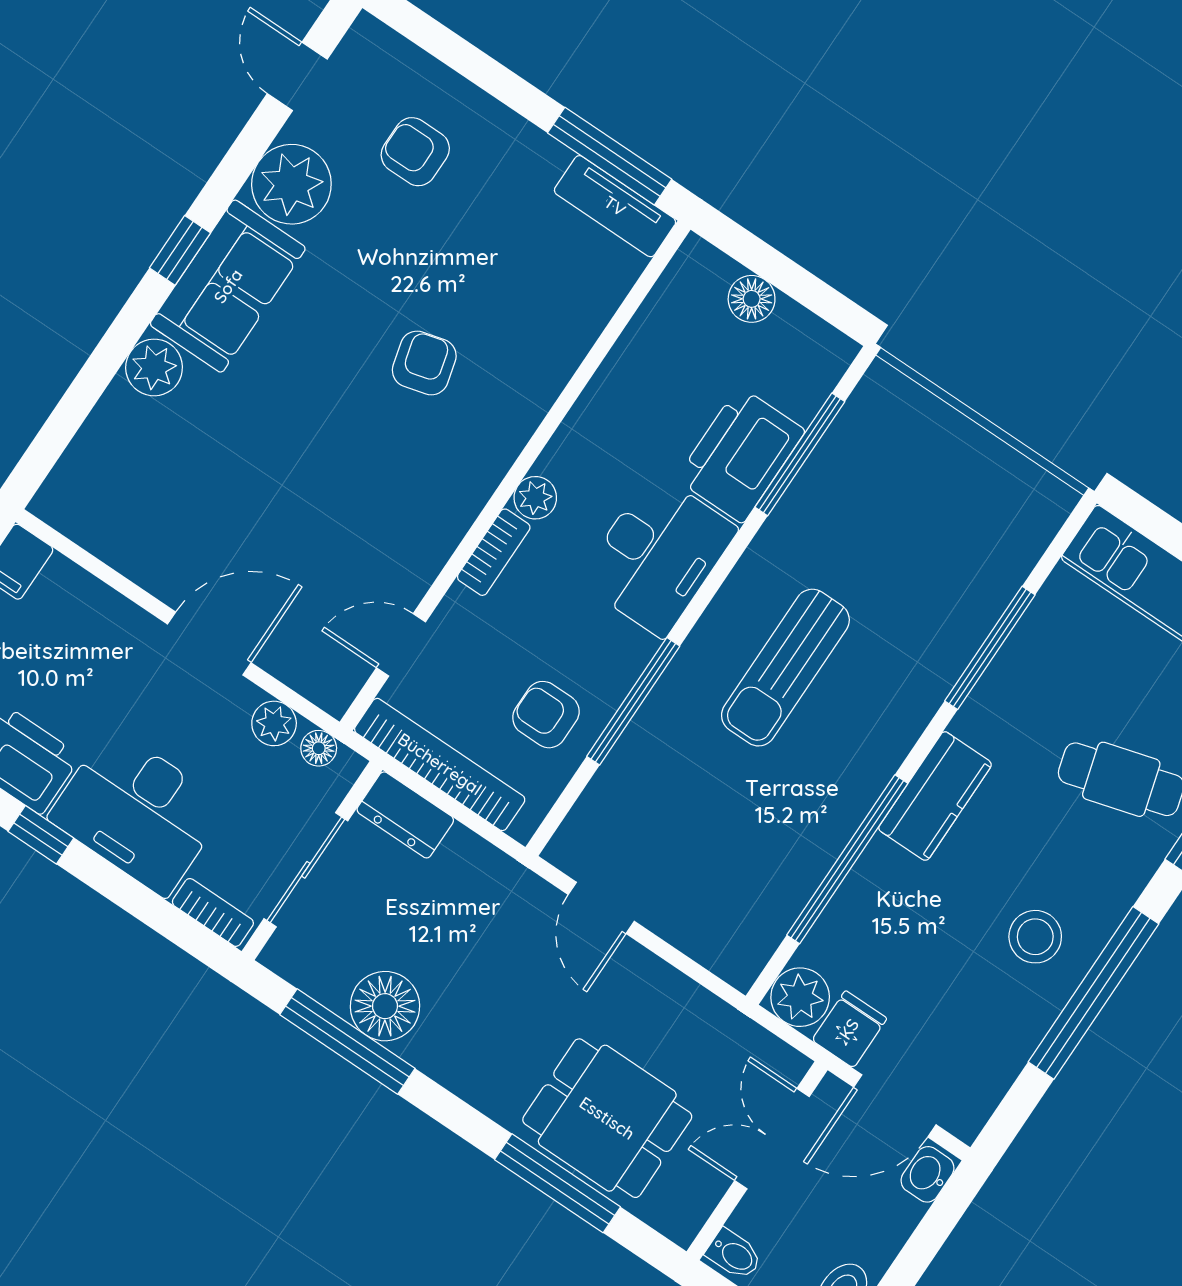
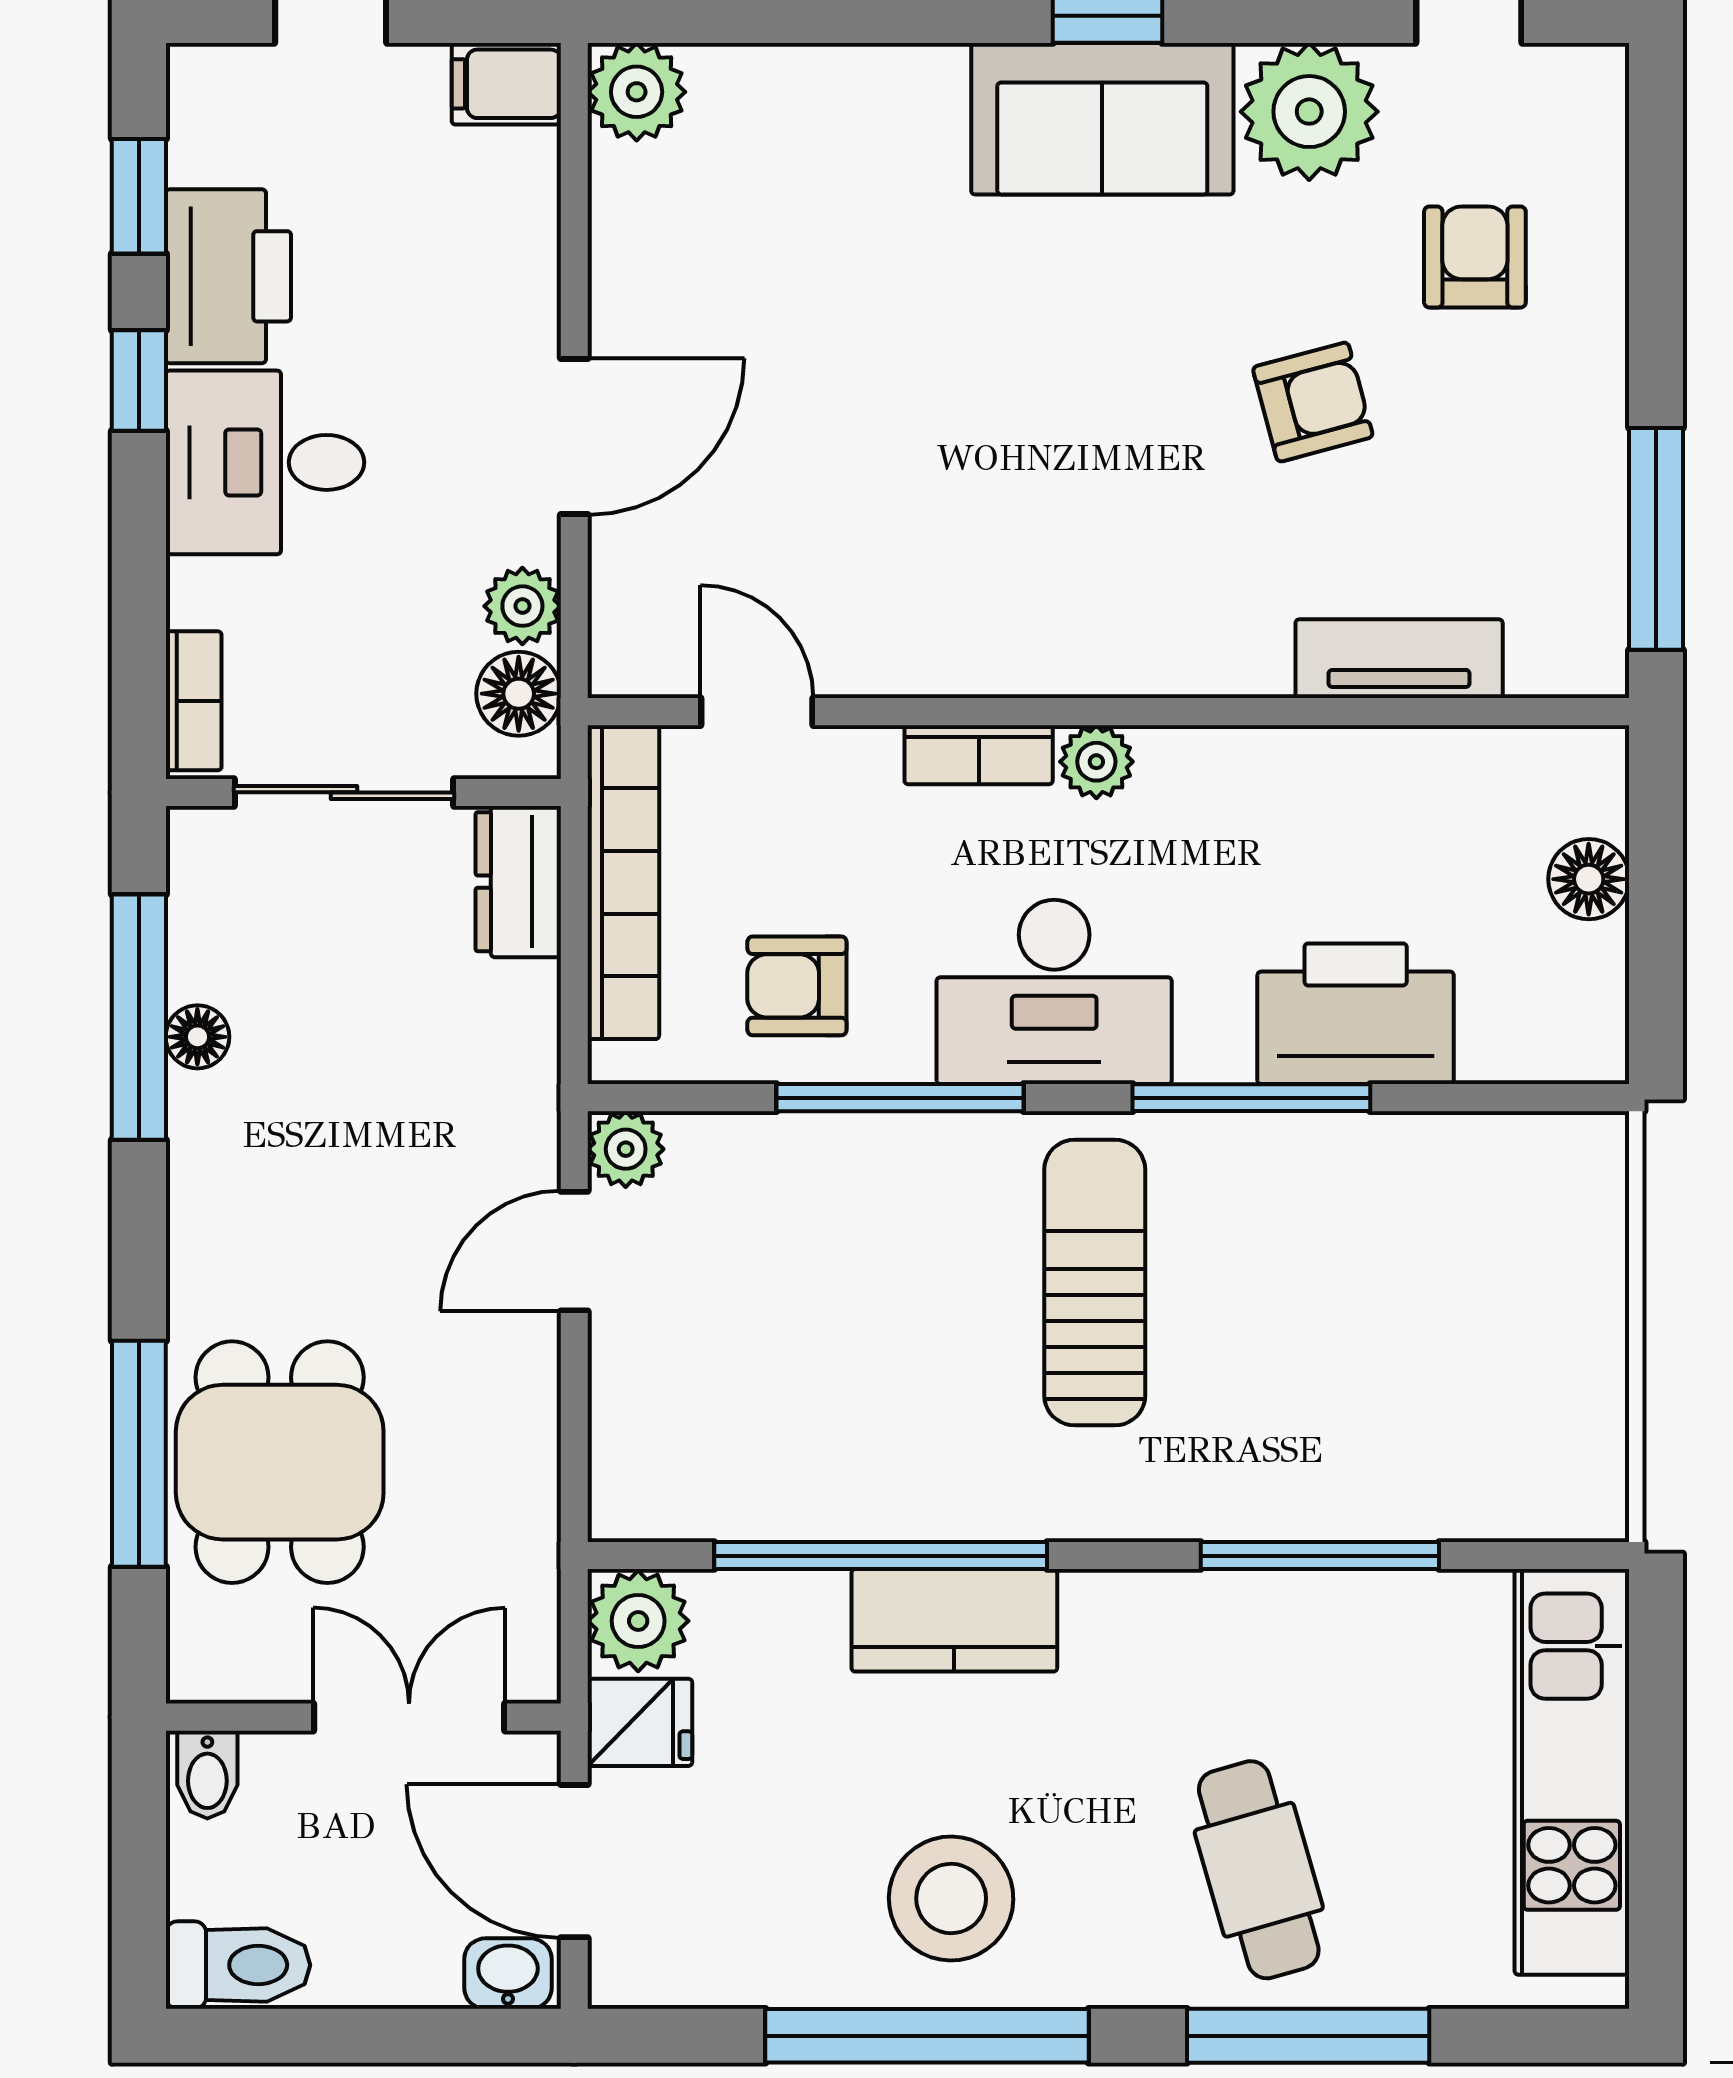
tv unit: (615, 206) -> (1399, 659), moved, turned 90
armchair: (424, 363) -> (1313, 402), moved
plant: (154, 367) -> (637, 92), moved
window: (800, 454) -> (1251, 1098), moved
desk: (658, 555) -> (1054, 992), moved
door: (209, 643) -> (574, 437), hinge flipped
sun lounger: (785, 668) -> (1095, 1283), turned 90
armchair: (546, 715) -> (797, 986), turned -90
floor lamp: (319, 748) -> (519, 694), width x1.37, depth x1.37
kitchen counter: (935, 796) -> (954, 1620), moved
desk: (138, 812) -> (265, 462), width x0.73
plant: (569, 850) -> (626, 1149), added
stool: (1035, 937) -> (951, 1899), width x1.38, depth x1.38
floor lamp: (385, 1006) -> (197, 1037), width x0.53, depth x0.53

